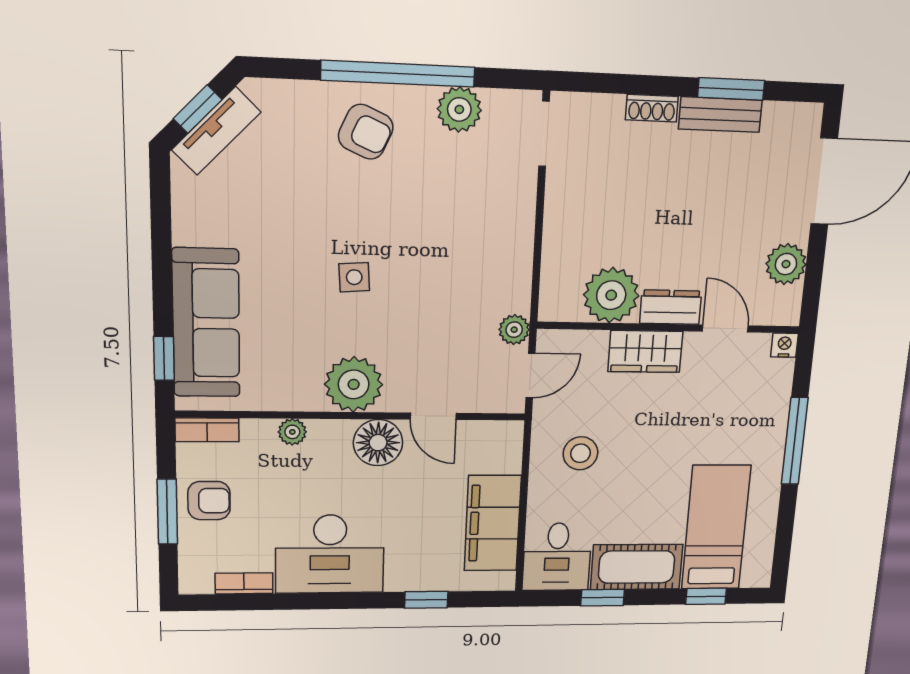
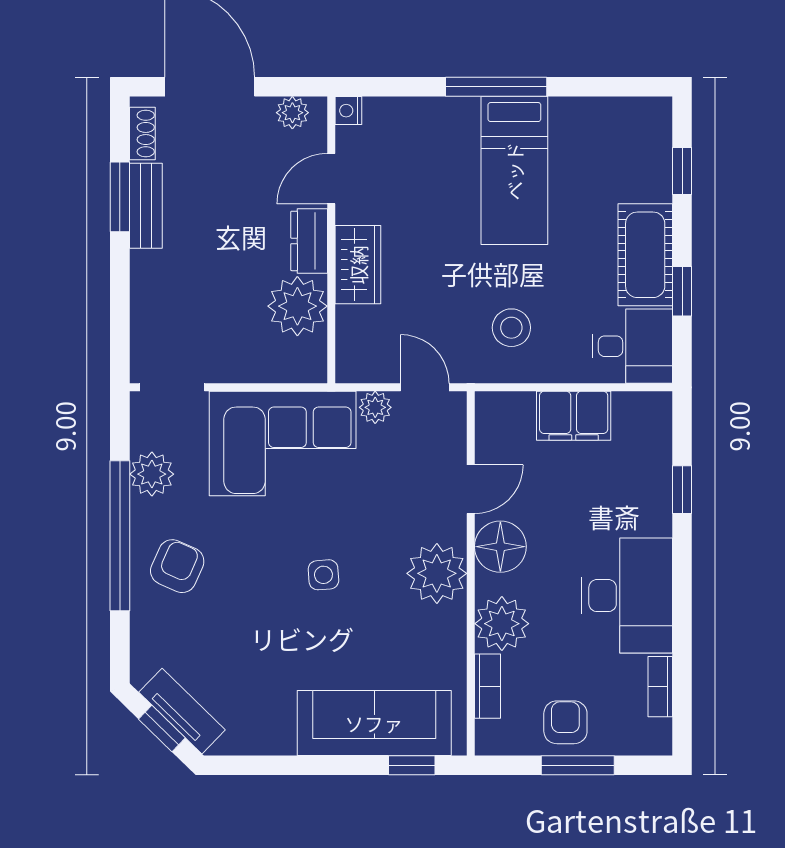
shoe rack: (652, 108) -> (142, 133), moved
corner sofa: (484, 241) -> (283, 443), added
plant: (786, 264) -> (292, 113), width x0.73, depth x0.73
plant: (611, 295) -> (297, 306), moved
dresser: (671, 307) -> (309, 241), moved
wall: (670, 328) -> (331, 240), moved
door: (725, 329) -> (331, 179), moved
nightstand: (784, 345) -> (348, 111), moved
wardrobe: (645, 351) -> (358, 265), moved
bookcase: (207, 430) -> (487, 686), moved
plant: (292, 432) -> (502, 624), width x1.88, depth x1.88
filing cabinet: (493, 523) -> (574, 416), width x0.67, depth x0.86
bed: (716, 527) -> (514, 171), moved, turned -90

